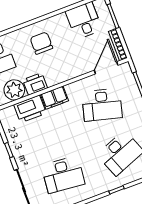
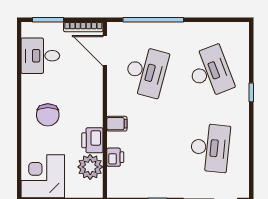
chair: (41, 43) -> (48, 115), turned -90
filing cabinet: (54, 98) -> (117, 124), width x0.50
printer: (30, 109) -> (115, 157), width x0.53, depth x0.68

